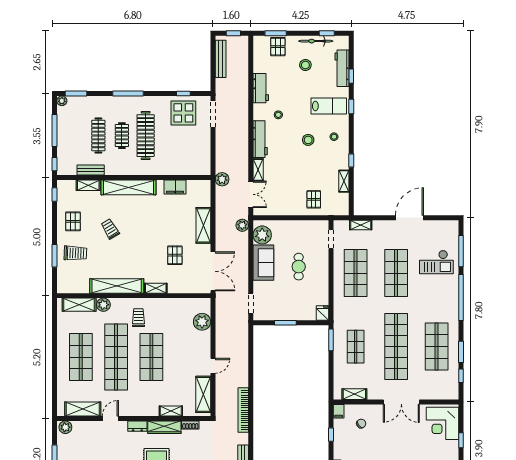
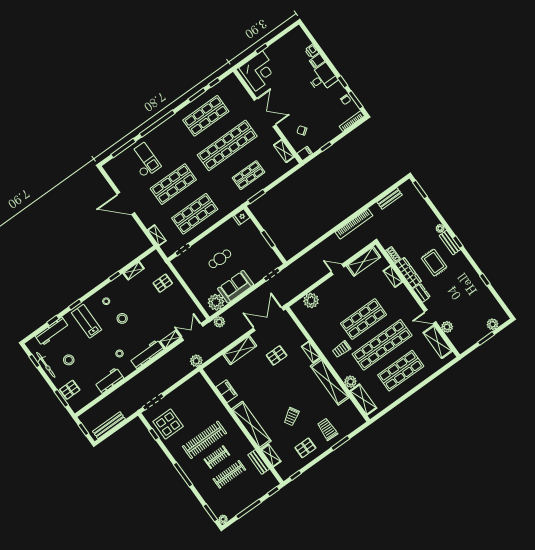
plant: (65, 427) -> (447, 327), moved

